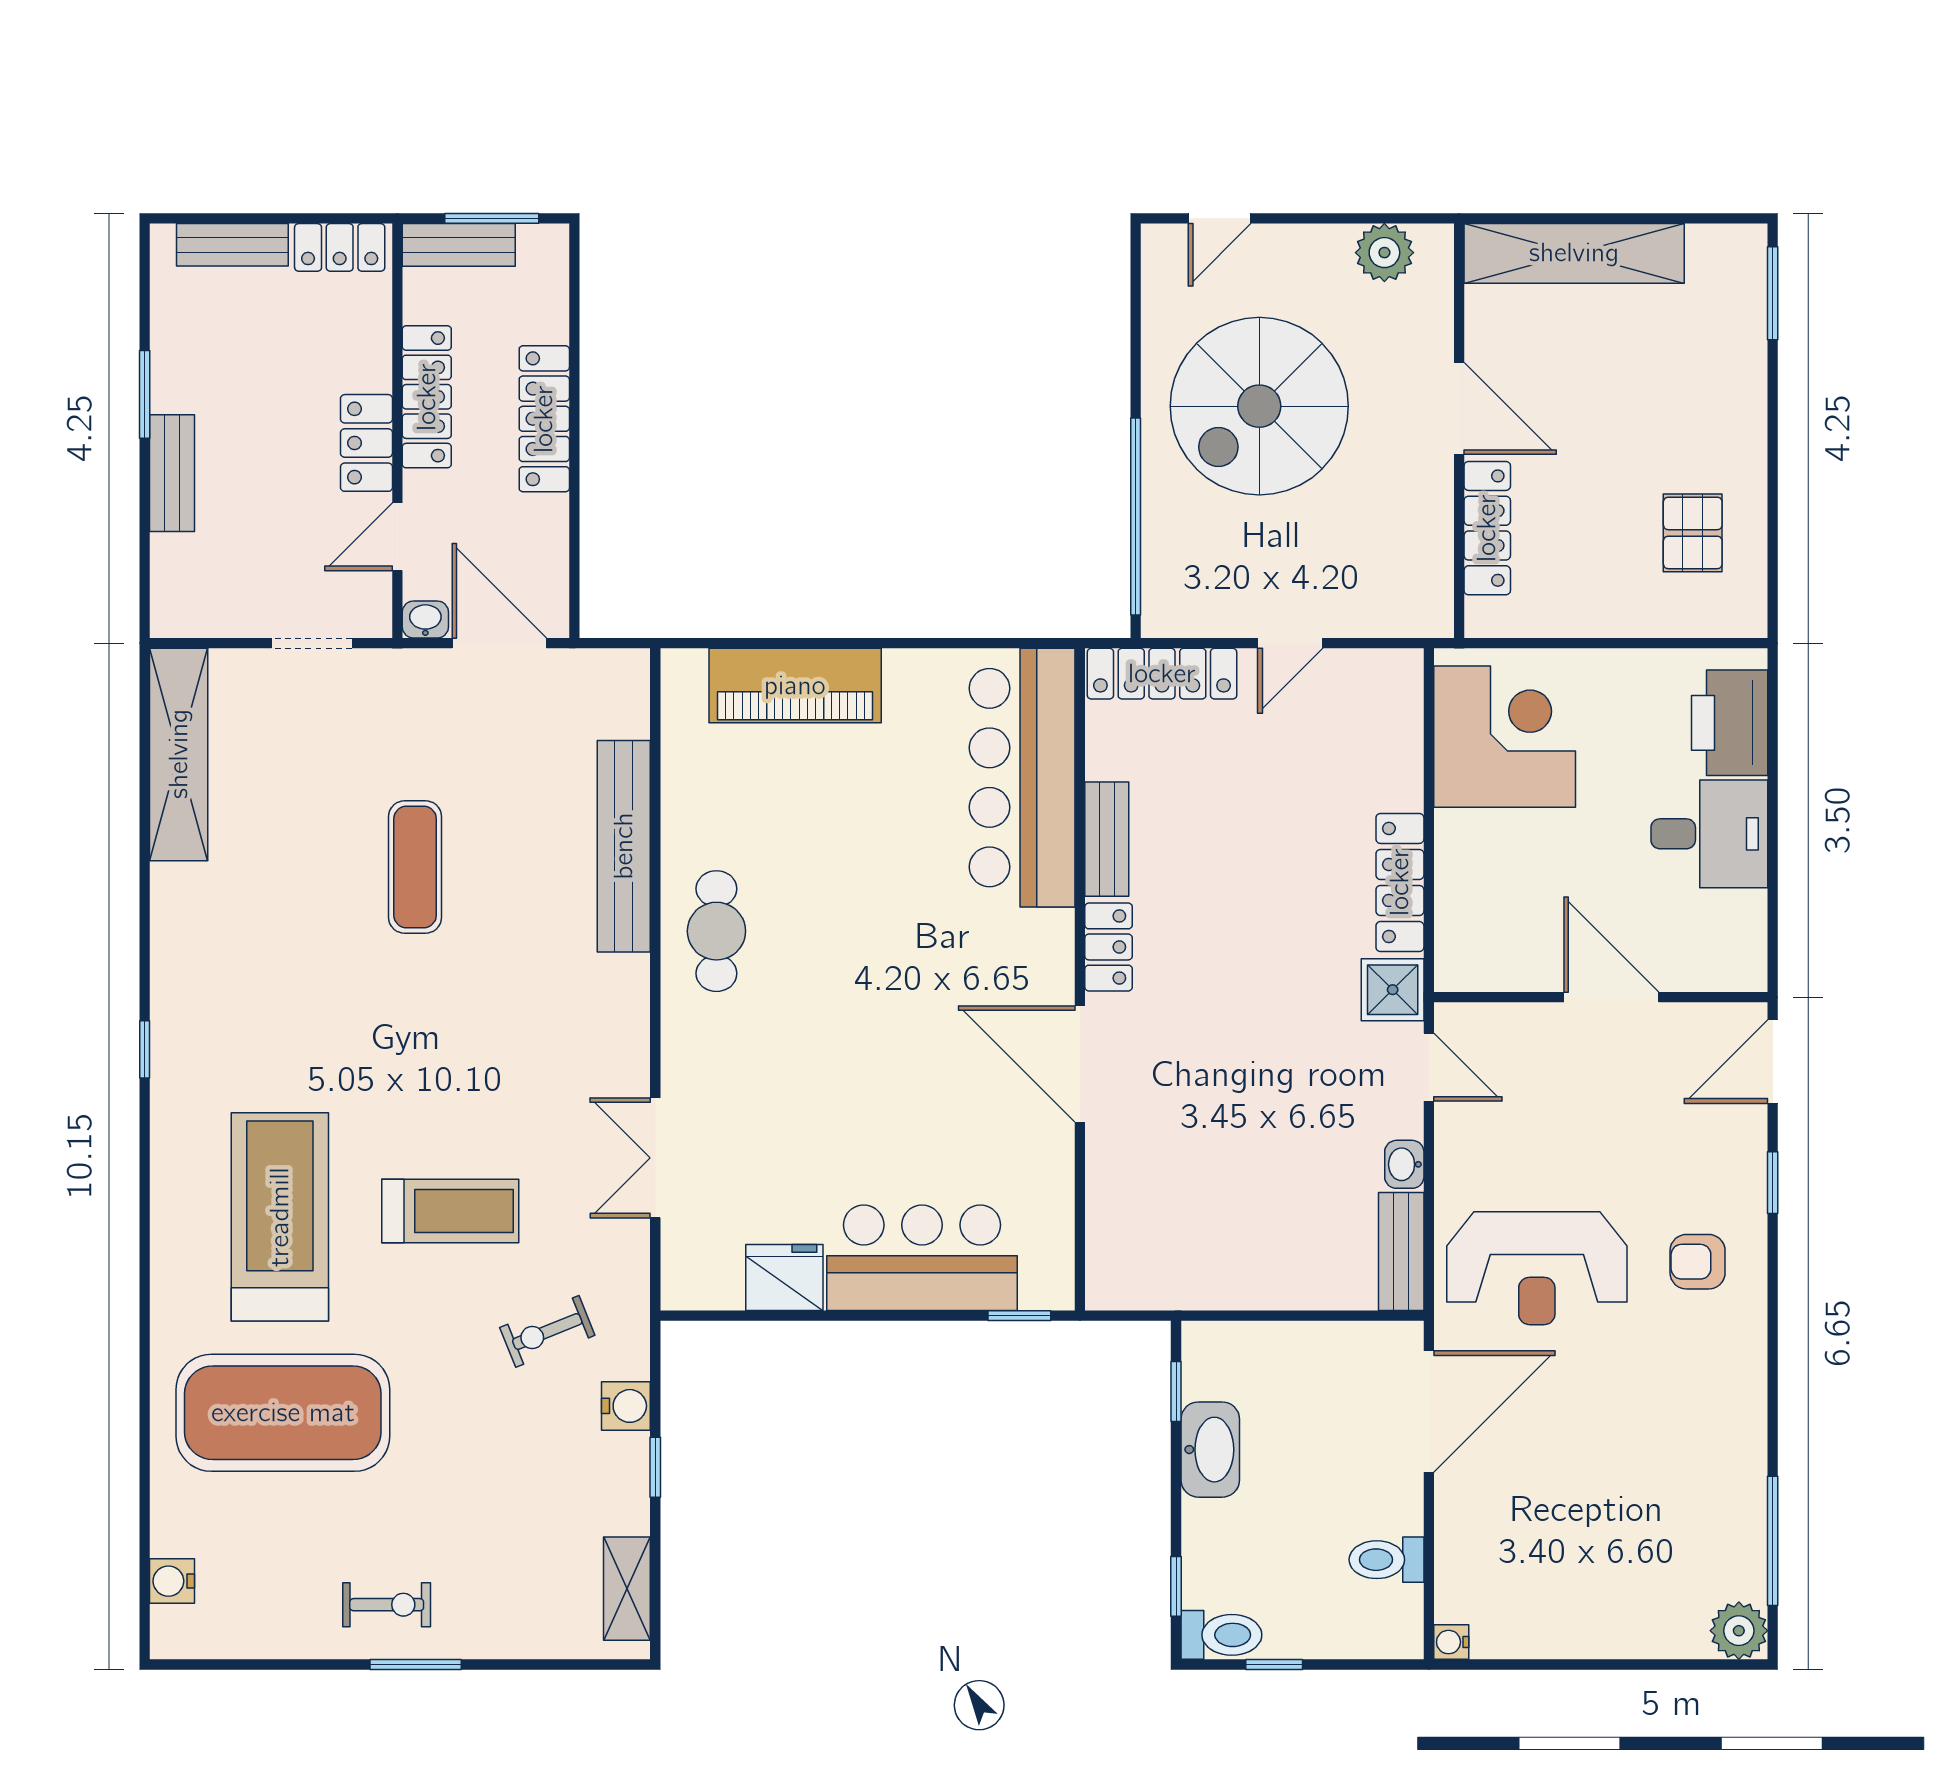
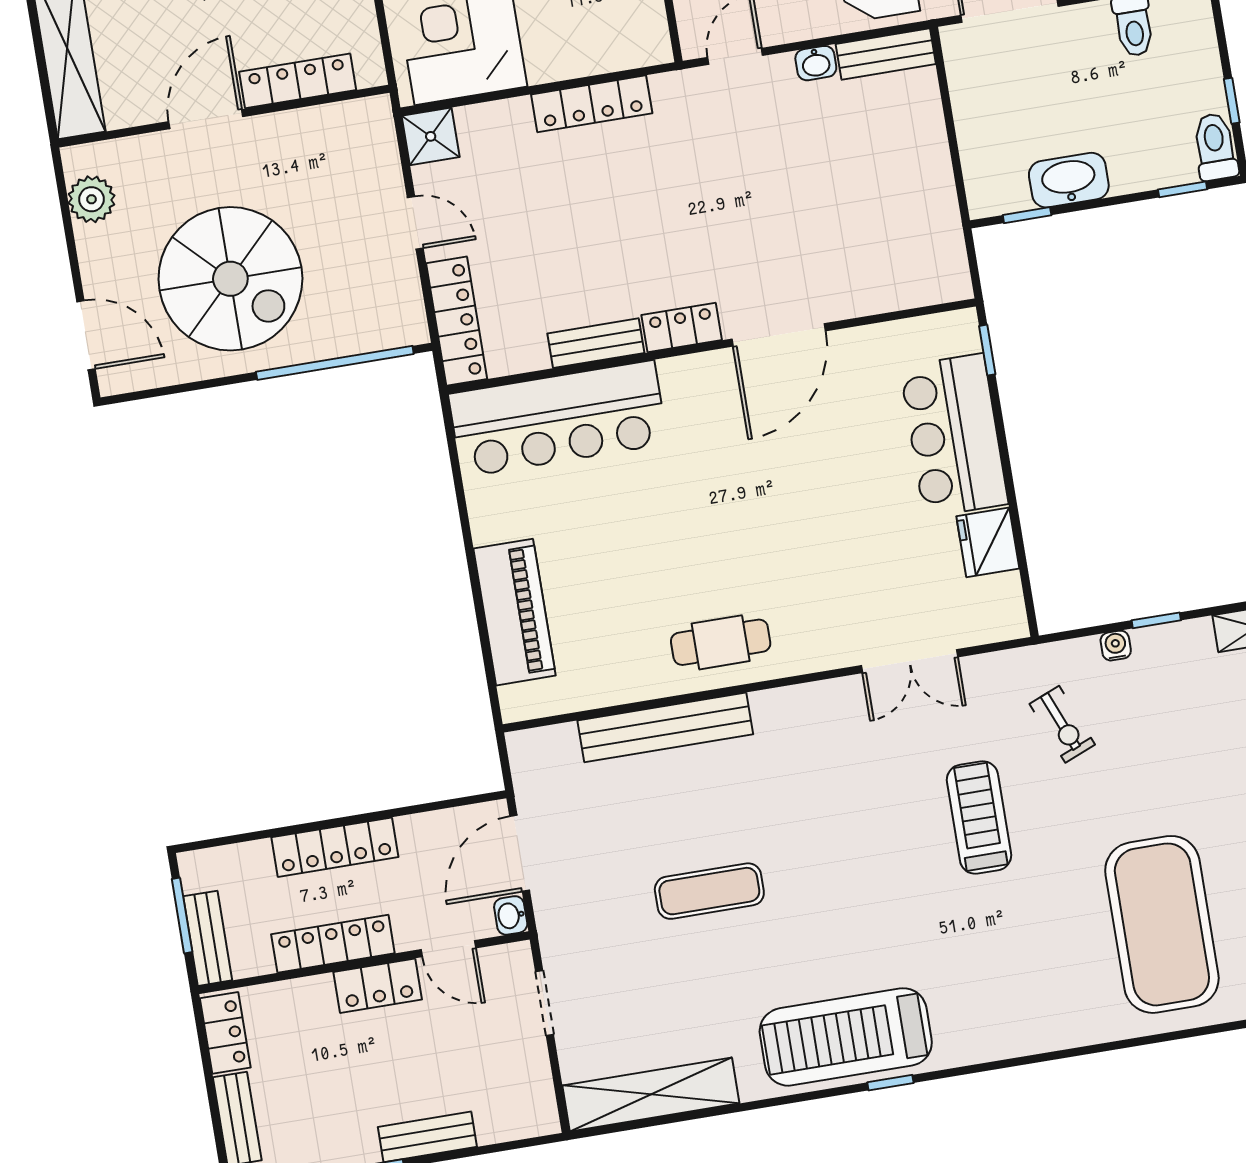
door: (1220, 218) -> (86, 335), width x1.38
shower: (1393, 990) -> (431, 136), moved
treadmill: (280, 1217) -> (846, 1037), moved
water cooler: (626, 1406) -> (1116, 646), width x0.72, depth x0.72

